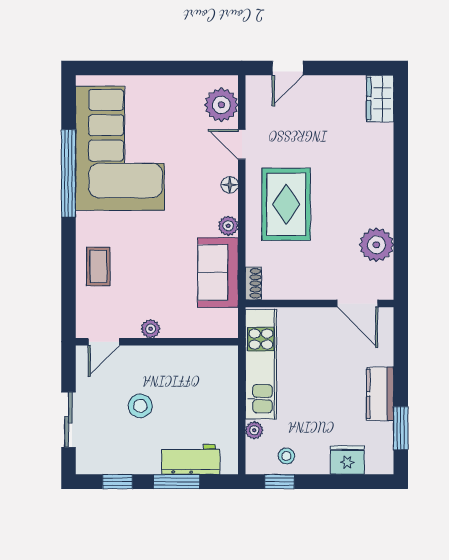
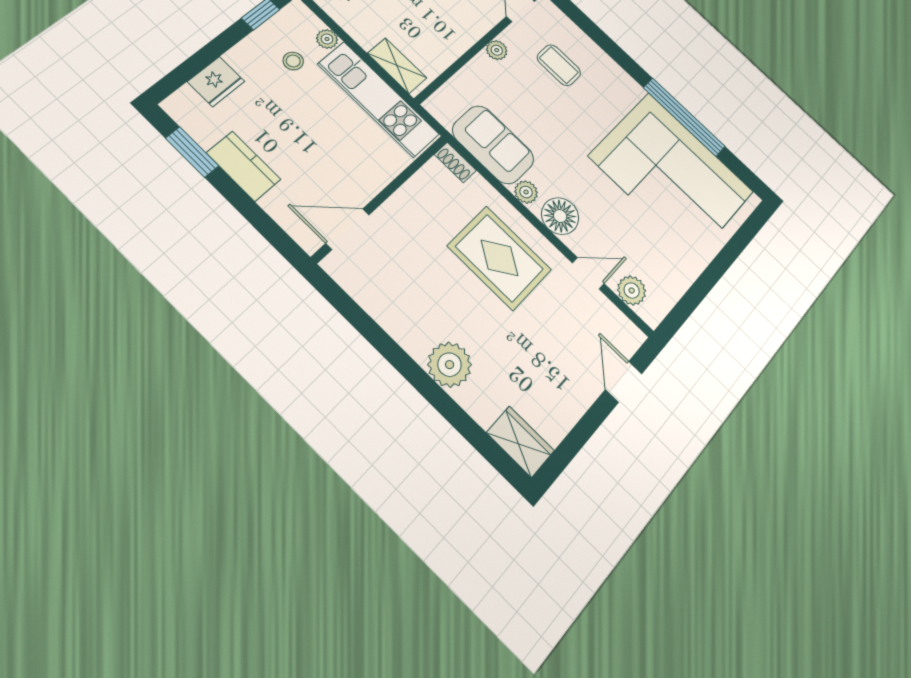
plant: (221, 105) -> (632, 290), width x0.73, depth x0.73
floor lamp: (230, 185) -> (560, 216), width x1.89, depth x1.89
plant: (376, 245) -> (450, 365), moved
coffee table: (98, 266) -> (559, 65), moved
shelving: (227, 375) -> (397, 66), added
stool: (286, 456) -> (293, 61), moved

